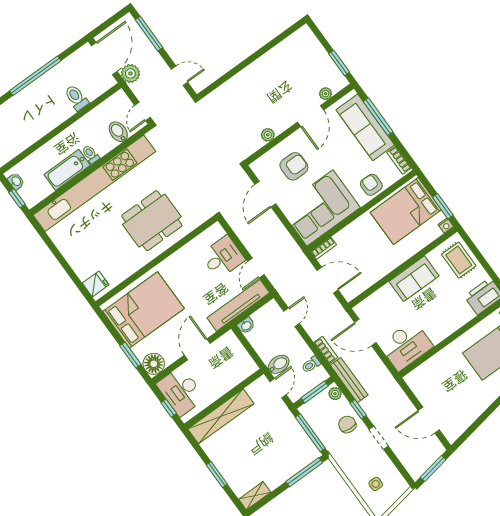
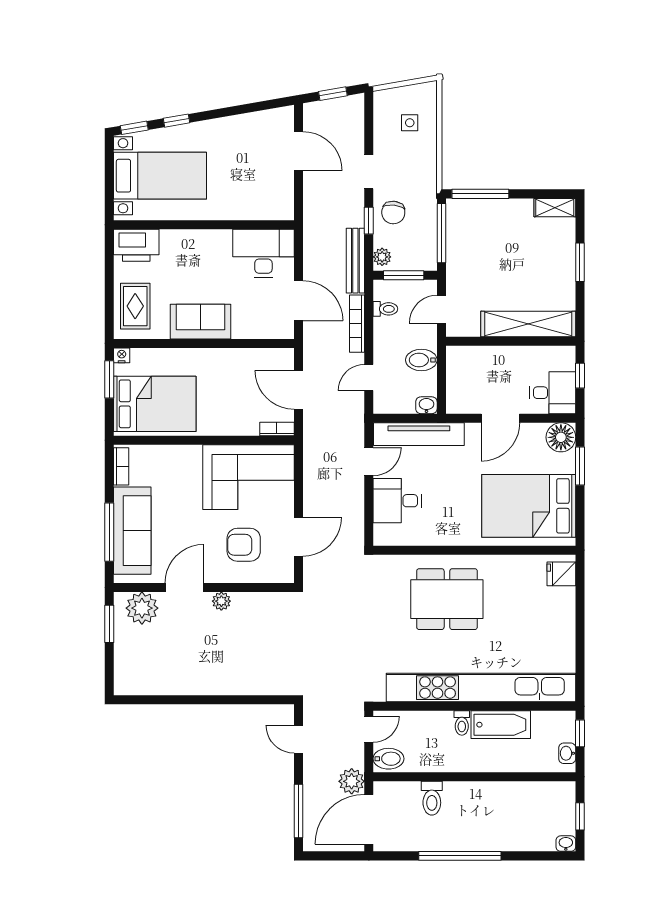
plant: (325, 94) -> (142, 608), width x1.88, depth x1.88
bidet: (118, 132) -> (388, 759), moved, turned -90
plant: (268, 135) -> (221, 601), moved
armchair: (371, 185) -> (172, 461), removed
bookcase: (326, 350) -> (357, 324), width x1.56
bidet: (279, 364) -> (421, 360), moved
desk: (181, 391) -> (553, 393), width x0.73
window: (433, 468) -> (333, 94), width x0.67

